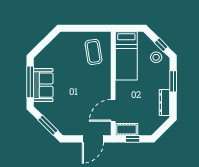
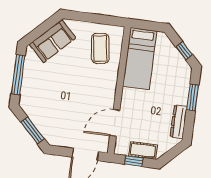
stool: (156, 57) -> (176, 65), removed
sofa: (43, 85) -> (53, 41), moved, turned 45
cot: (126, 129) -> (143, 150), moved

